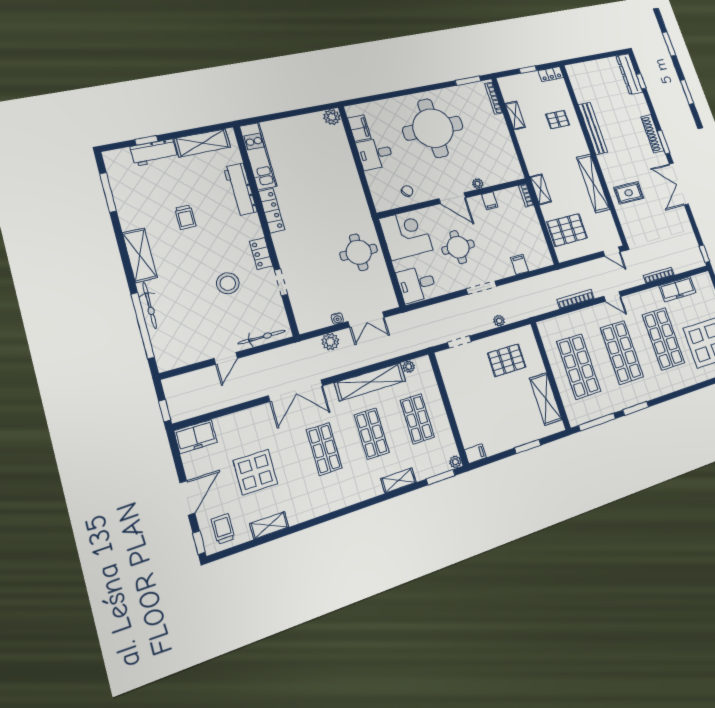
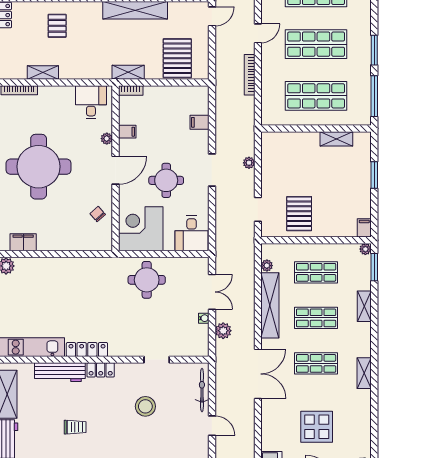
desk: (375, 154) -> (91, 102), moved, turned 180
locker: (261, 254) -> (101, 370), moved
pallet: (507, 360) -> (299, 214), moved
shelving: (546, 399) -> (336, 139), width x0.67, depth x0.75
shelving: (269, 525) -> (364, 373), moved

